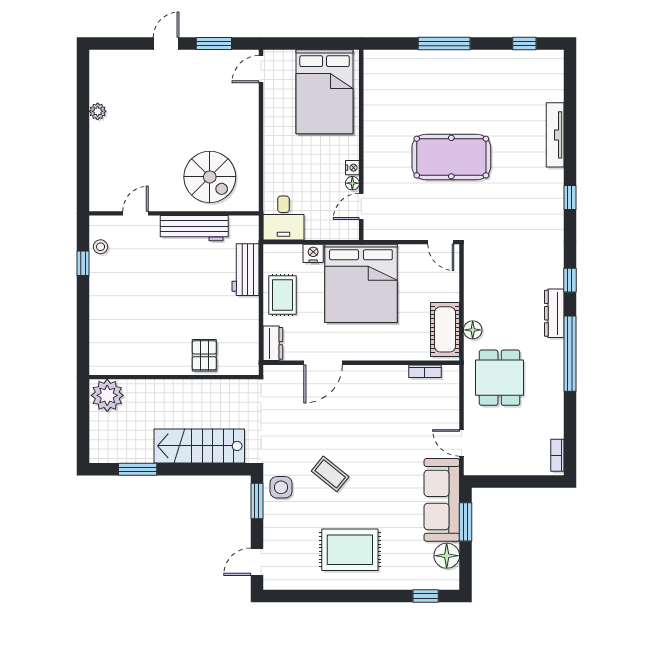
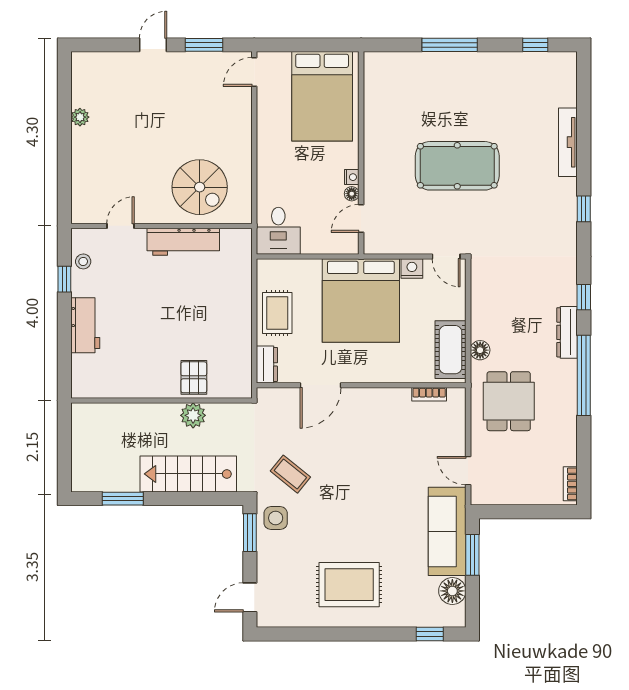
nightstand: (313, 253) -> (412, 269), moved
workbench: (246, 270) -> (85, 325), moved, turned 180
plant: (107, 395) -> (193, 415), moved, width x0.73, depth x0.73
coffee table: (330, 474) -> (290, 474), moved

